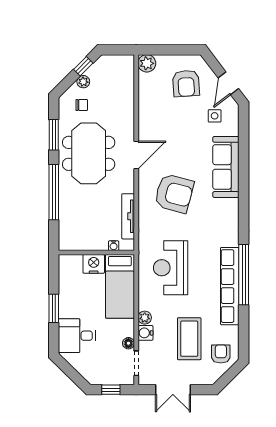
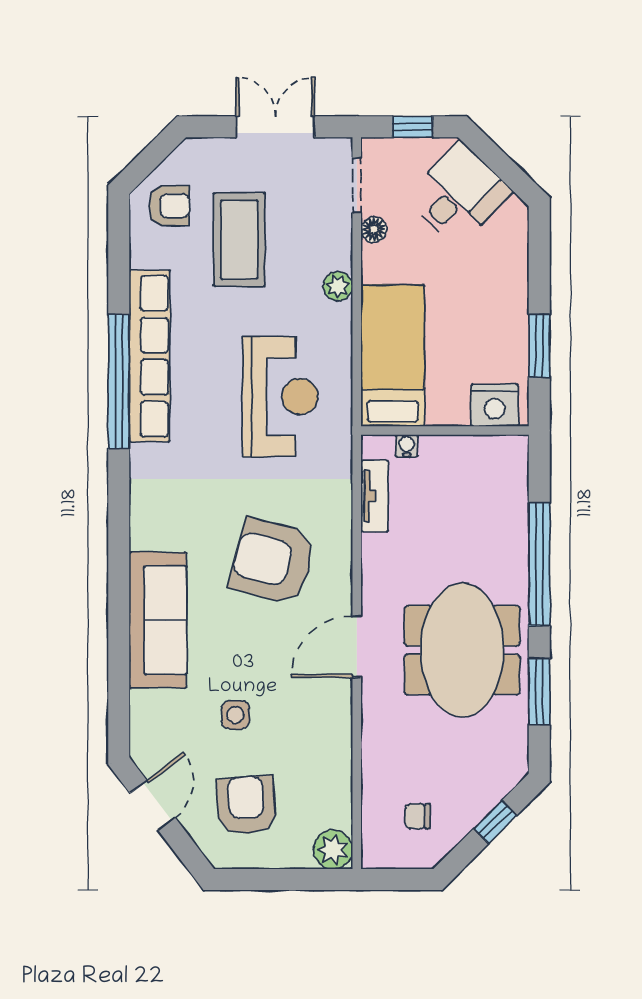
window: (83, 66) -> (495, 822), moved
plant: (83, 82) -> (474, 809), removed
chair: (82, 105) -> (418, 816), moved
side table: (215, 116) -> (235, 715), moved
tv unit: (128, 216) -> (375, 496), width x0.71
nightstand: (94, 264) -> (495, 405), moved
window: (54, 308) -> (539, 346), moved
water cooler: (145, 333) -> (336, 252), removed
desk: (77, 336) -> (459, 194), moved, turned -46
armchair: (221, 354) -> (169, 206), turned -90

